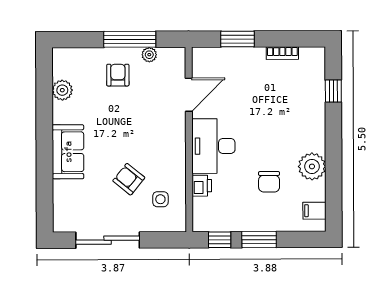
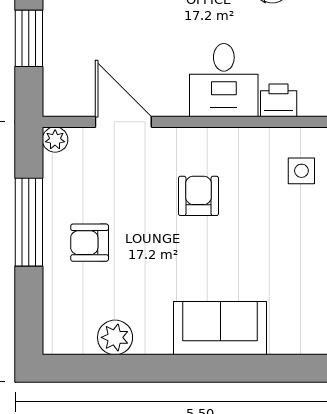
plant: (149, 55) -> (55, 140), moved
desk: (213, 146) -> (224, 80), width x0.73
armchair: (129, 179) -> (198, 196), moved, turned 141

